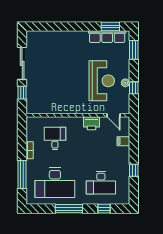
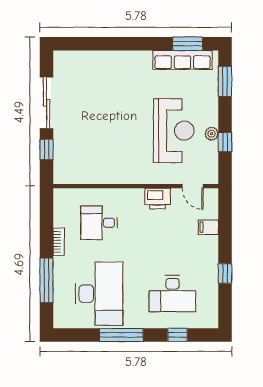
desk: (55, 138) -> (99, 223), turned -90
desk: (55, 183) -> (99, 294), turned -90

